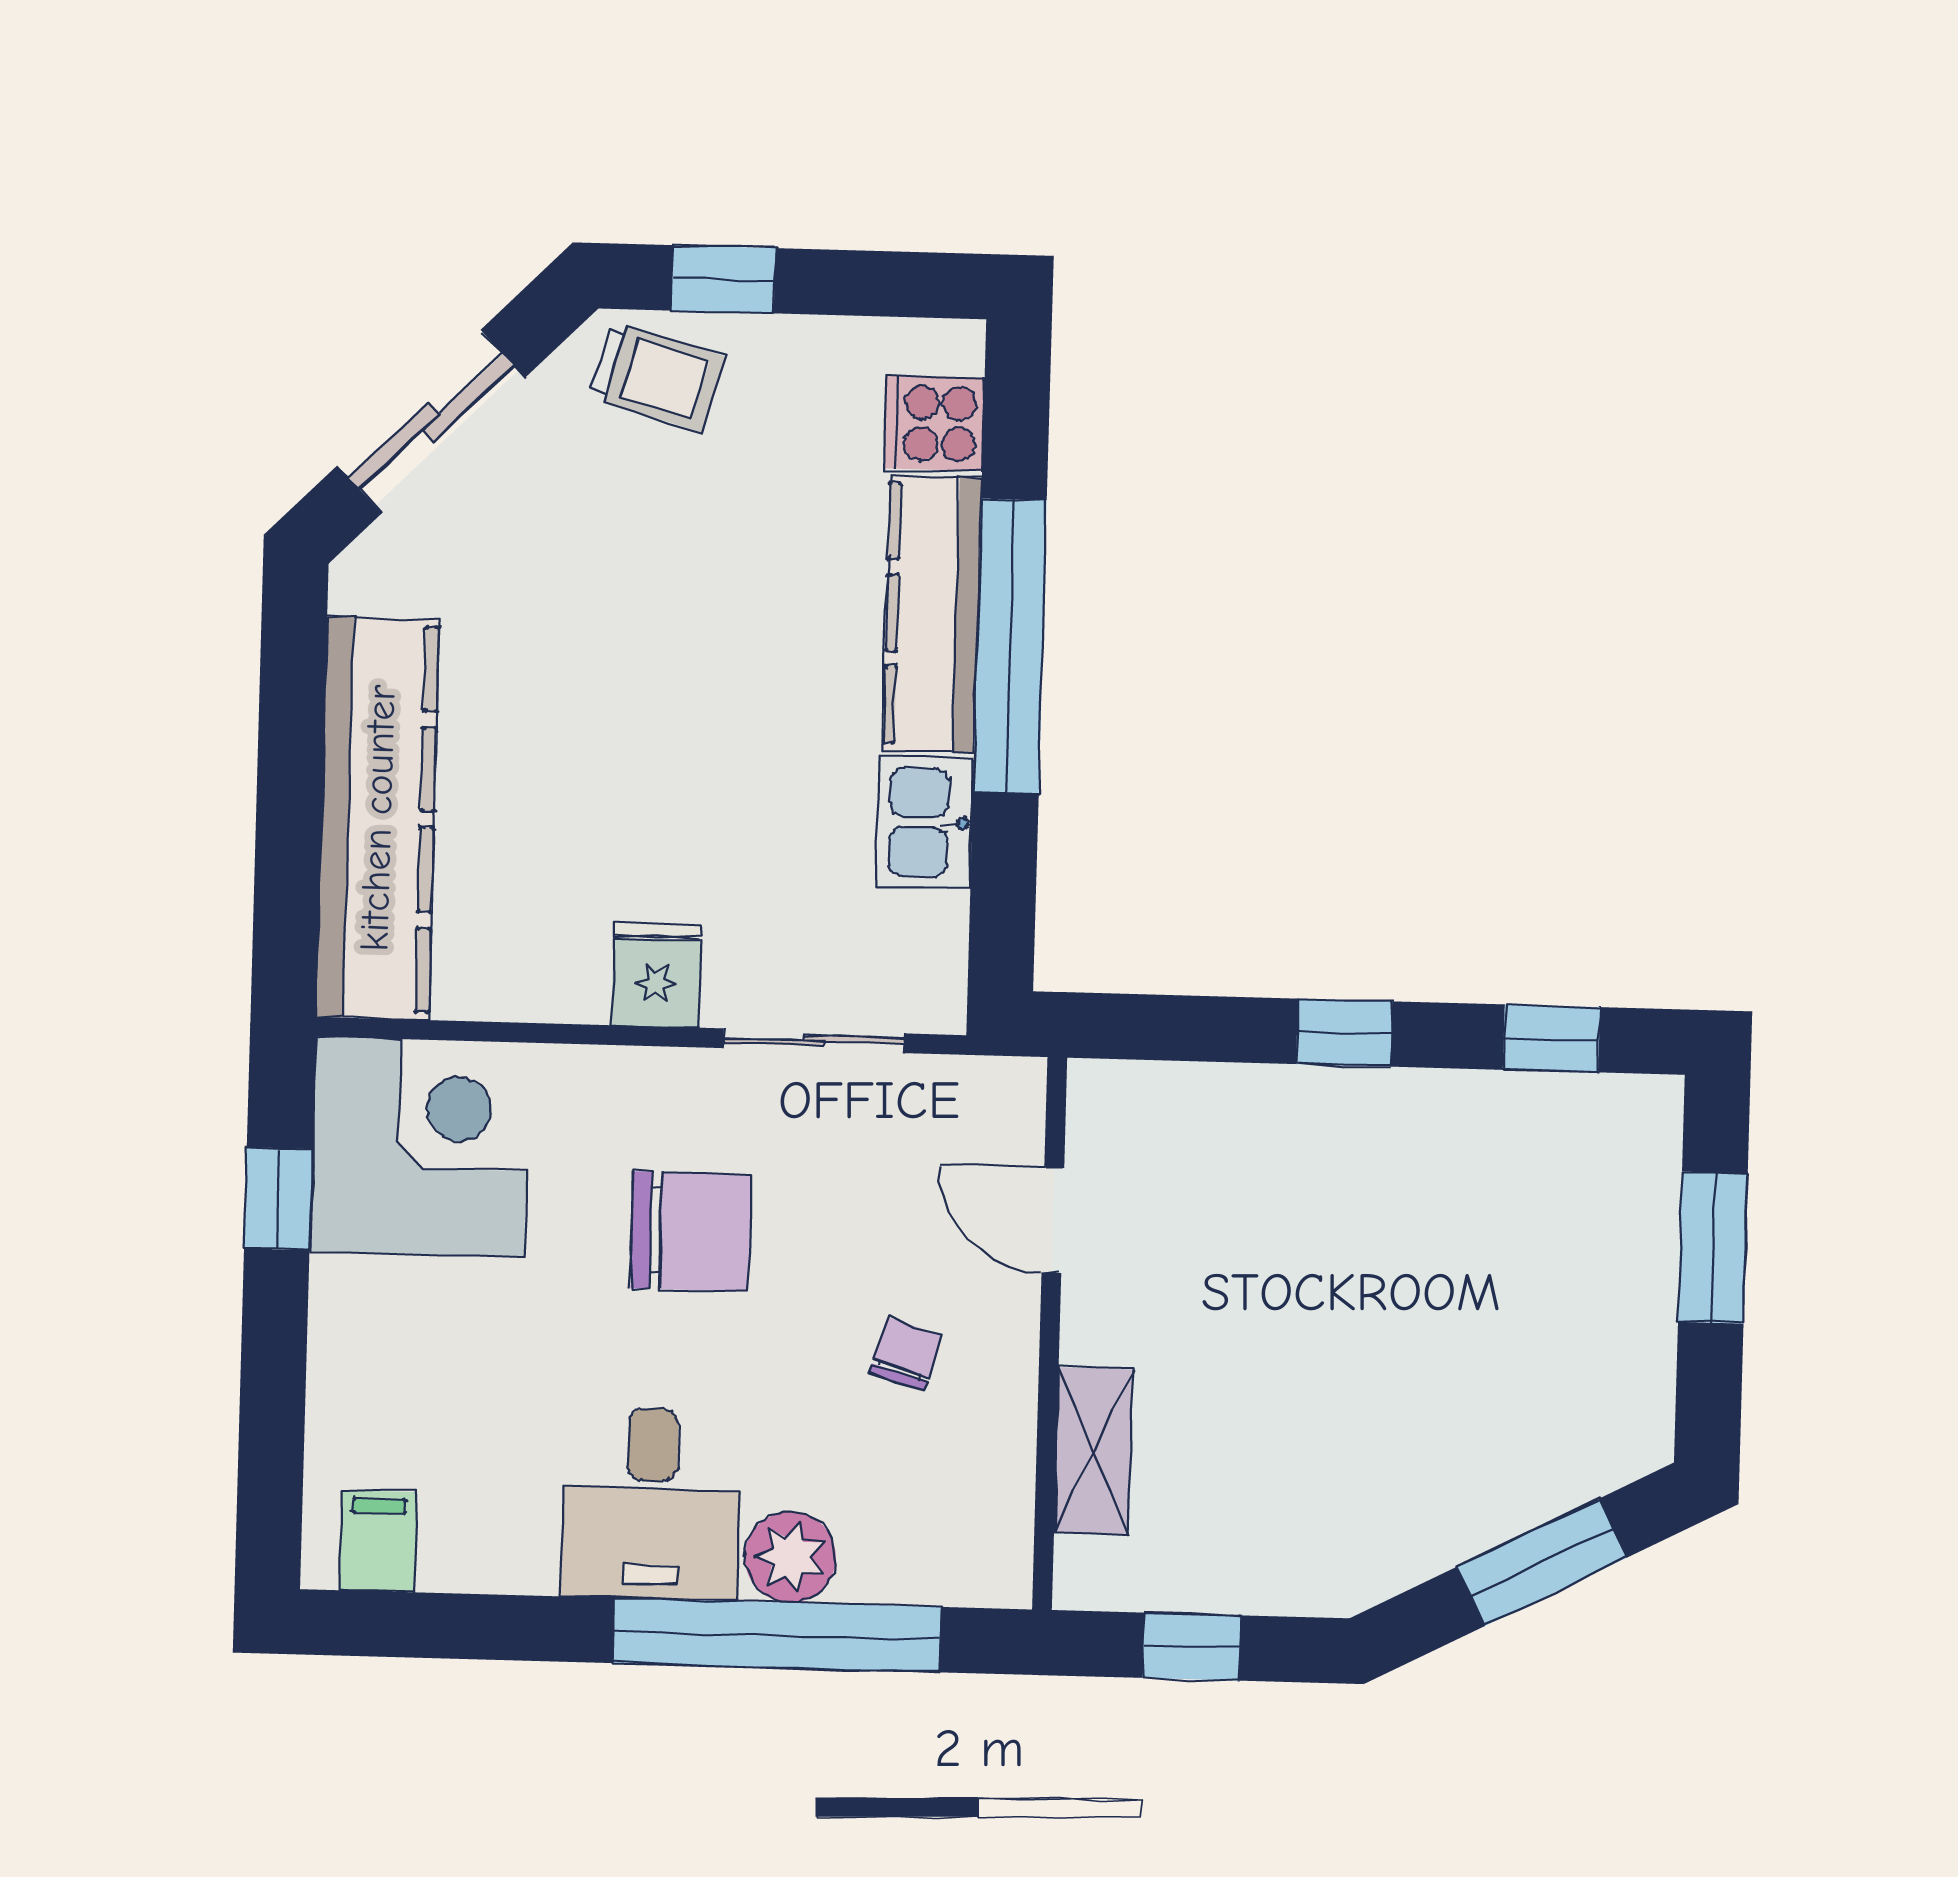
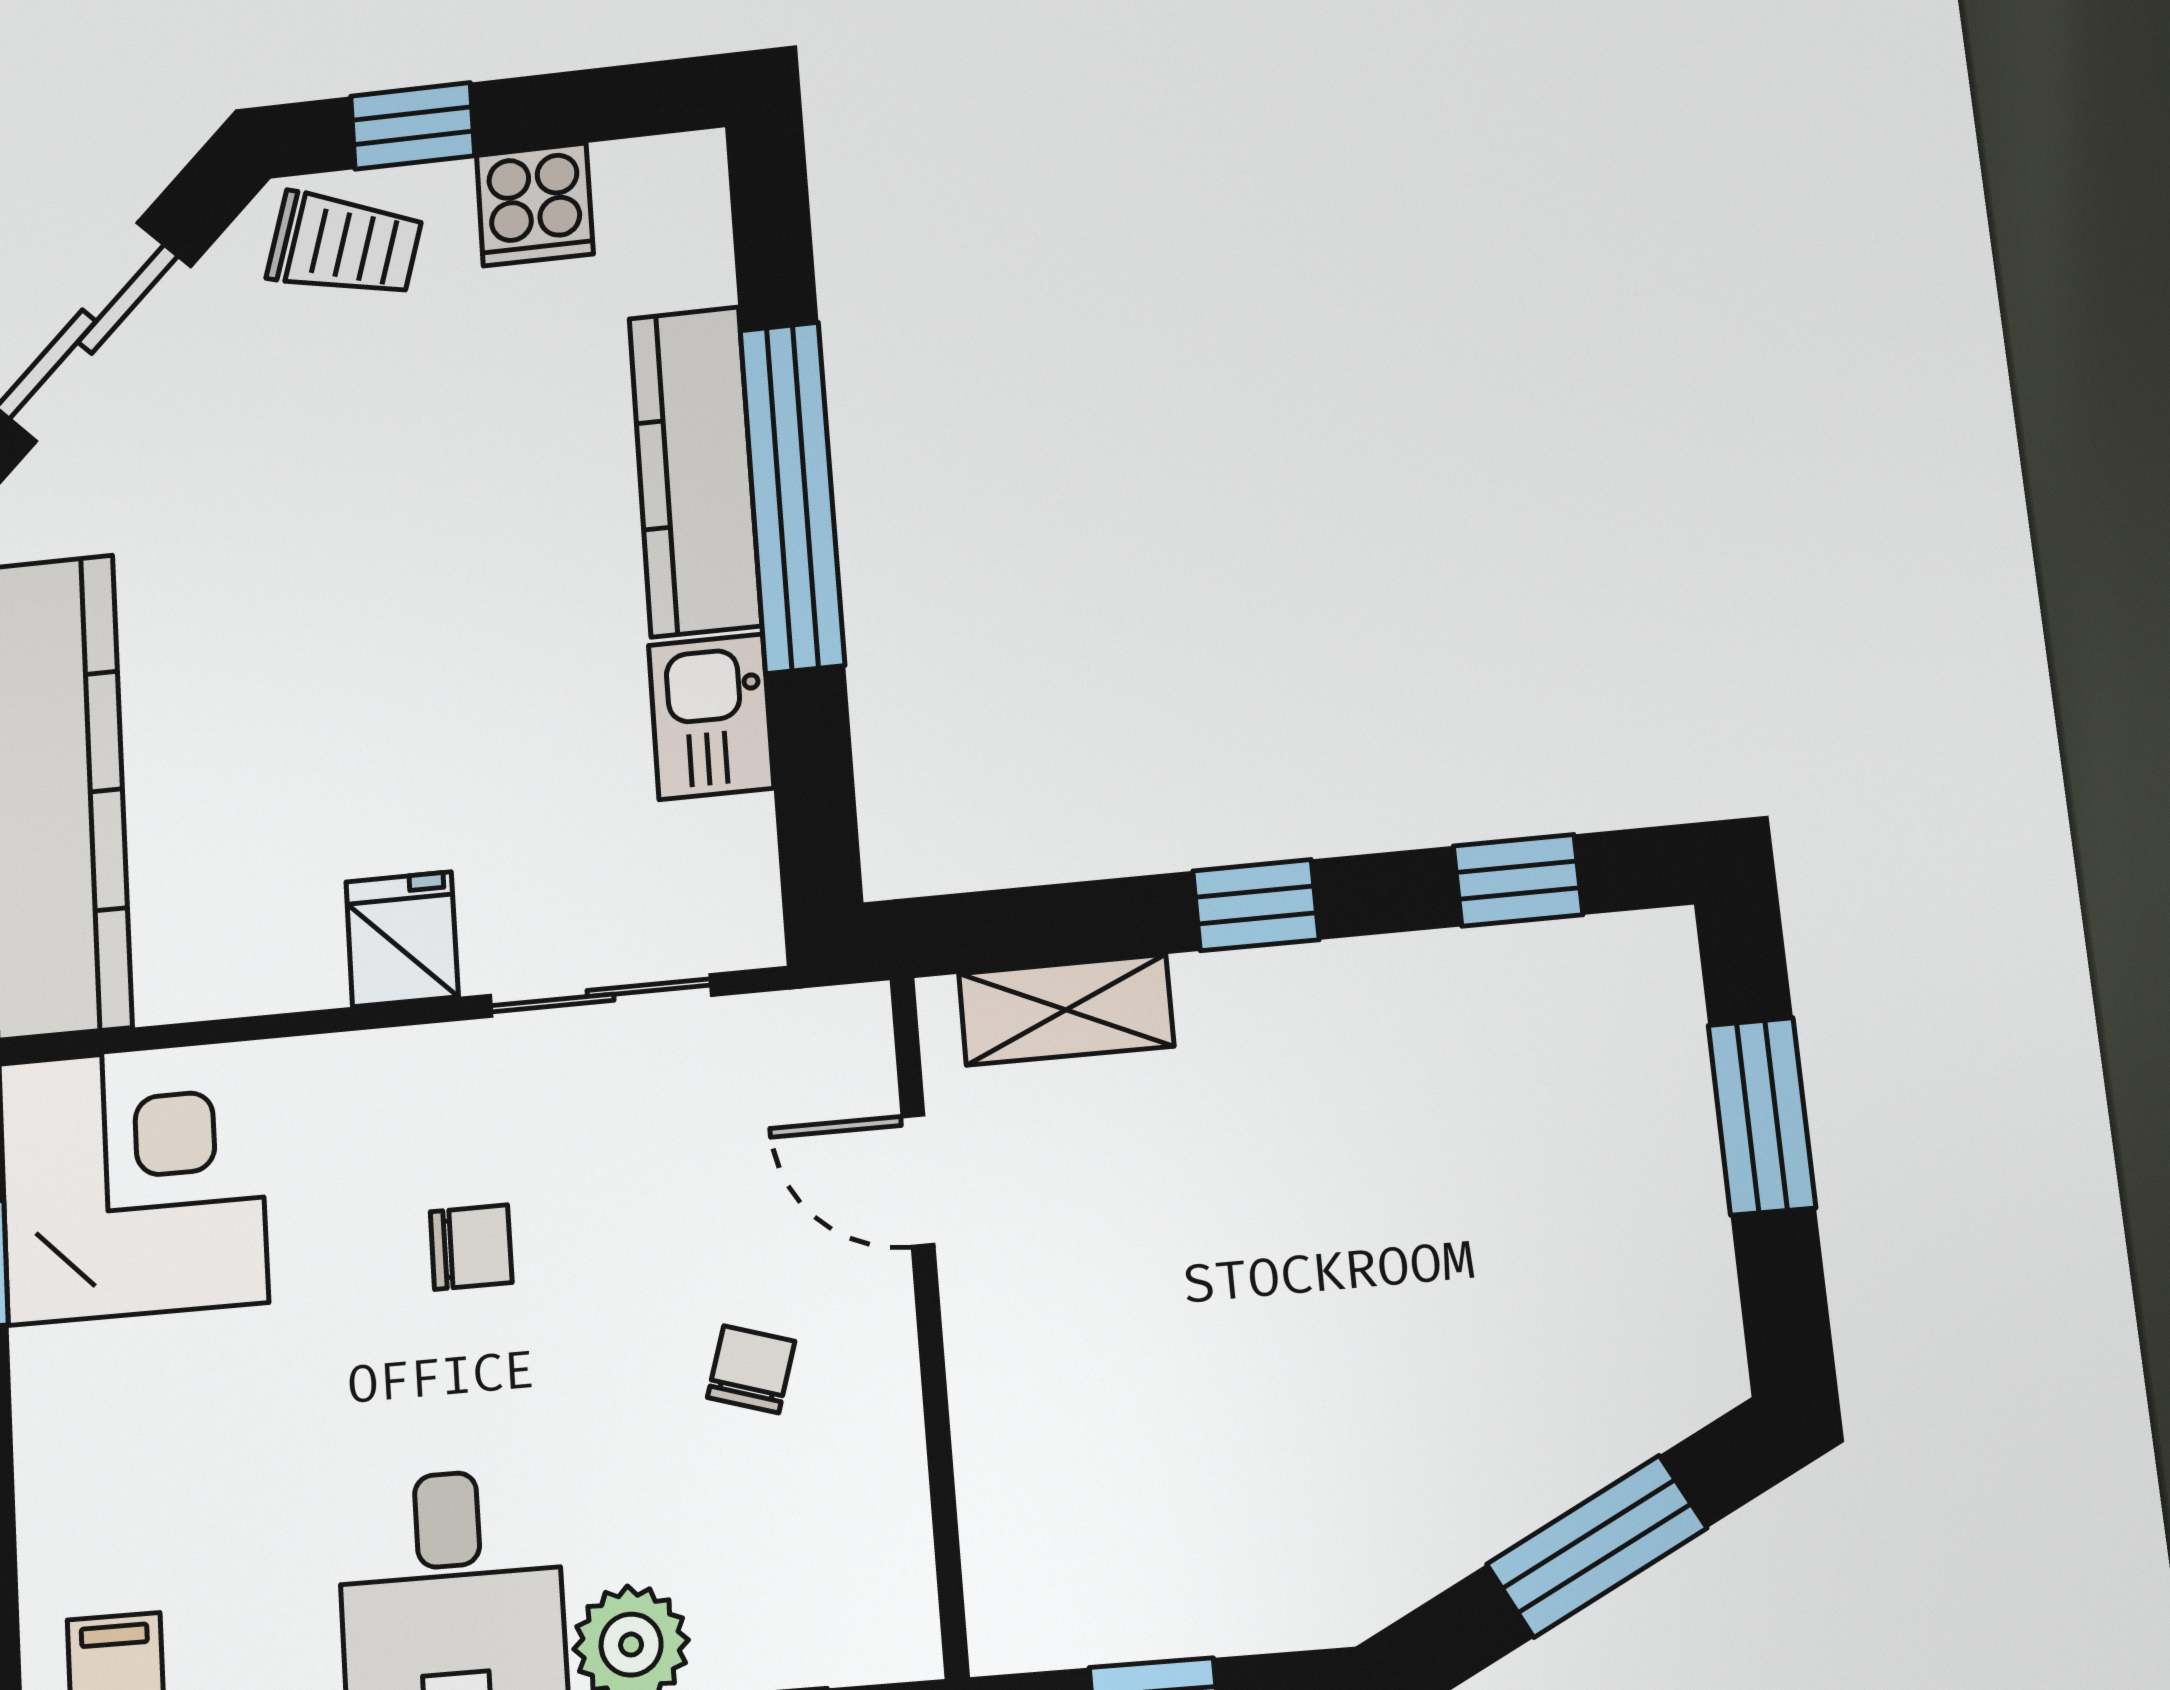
cooker: (934, 423) -> (535, 204), moved, turned -90
chair: (691, 1231) -> (471, 1247), width x0.54, depth x0.54
shelving: (1093, 1451) -> (1066, 1010), moved, turned 90

